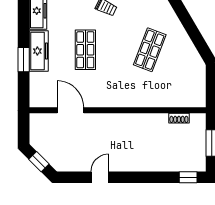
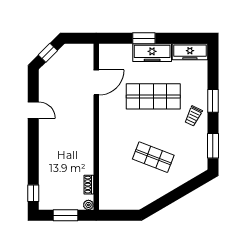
shop shelf: (85, 50) -> (153, 96), width x1.43, depth x1.36
plant: (200, 119) -> (88, 205), added

